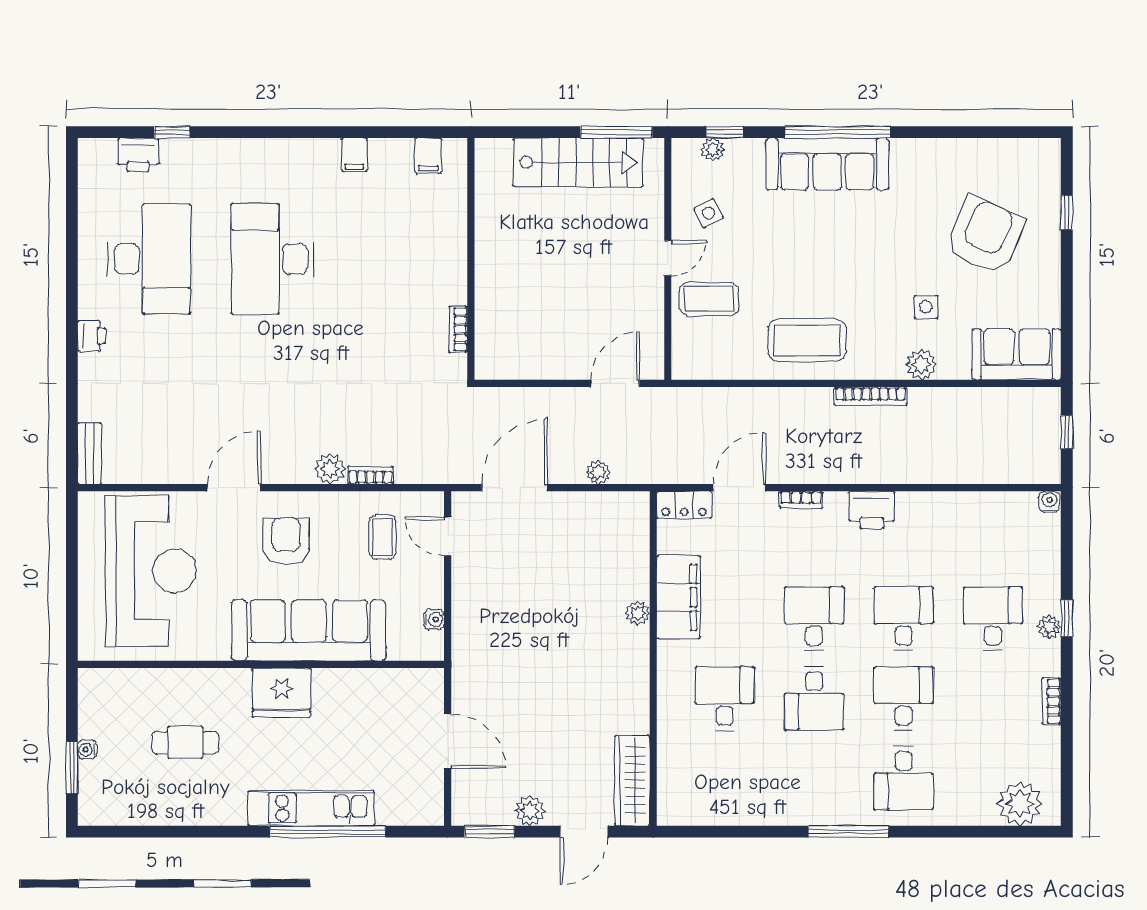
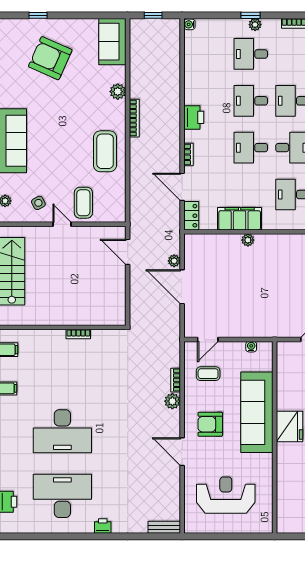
side table: (926, 307) -> (87, 89), removed
bookcase: (458, 329) -> (78, 334), moved
door: (514, 488) -> (182, 287), moved
reception desk: (151, 571) -> (226, 495), width x0.74, depth x0.77

